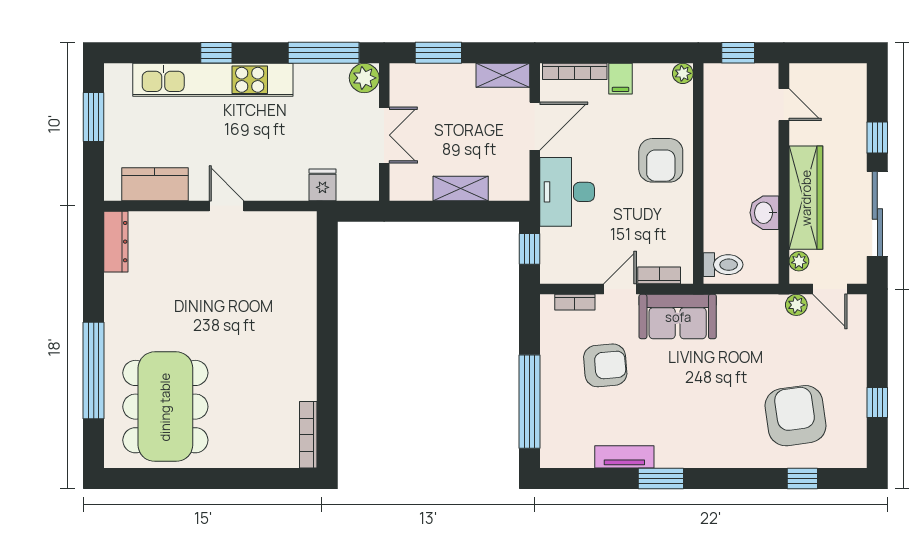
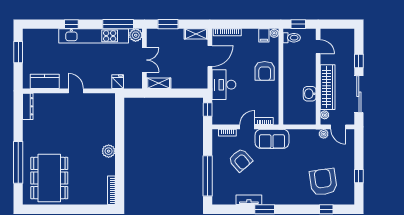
filing cabinet: (620, 79) -> (264, 35), moved
kitchen unit: (213, 80) -> (94, 36), moved
shelving: (461, 188) -> (159, 83), moved
toilet: (723, 265) -> (292, 38), moved
plant: (302, 345) -> (109, 151), added
armchair: (605, 365) -> (241, 160), turned 54

